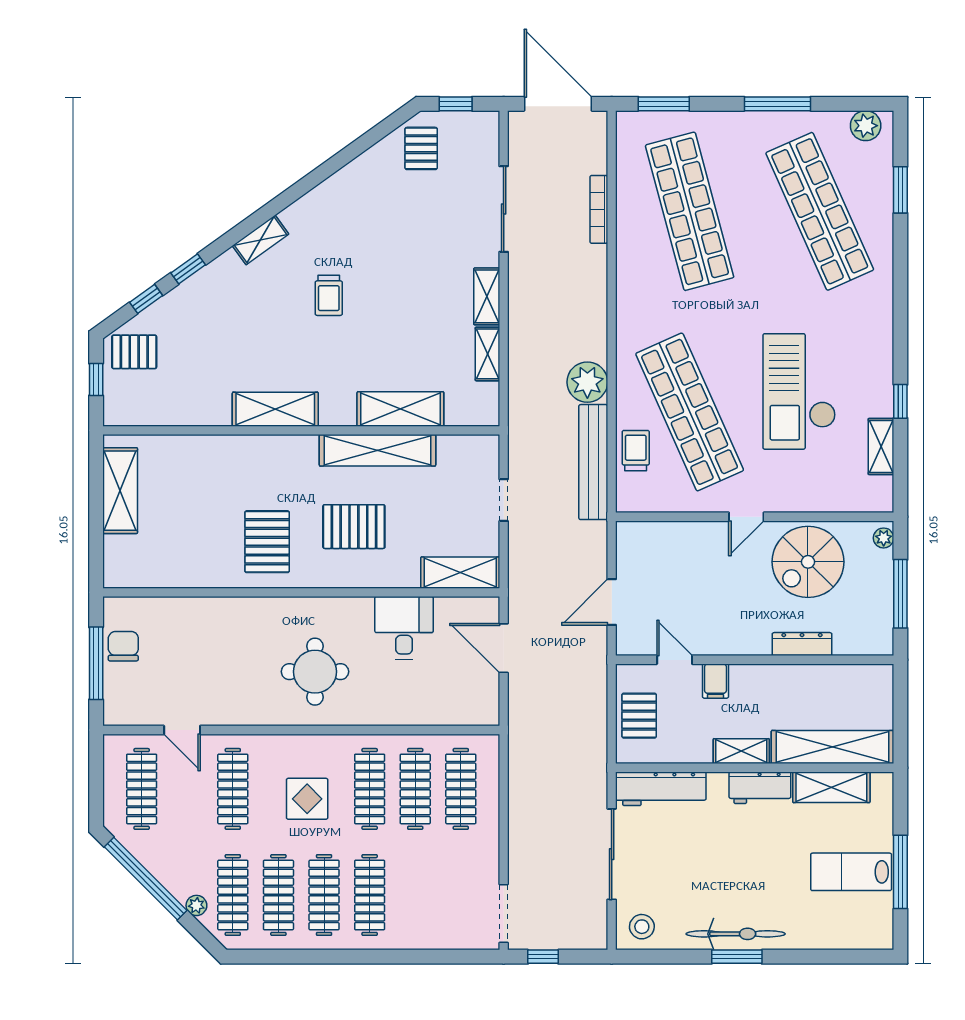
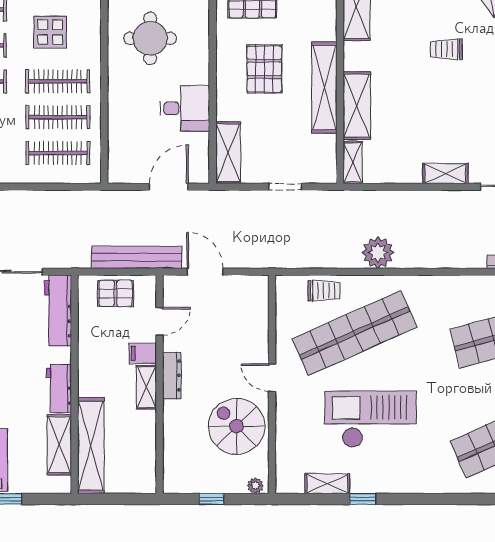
shelving: (488, 354) -> (353, 162), moved, turned 90
bench: (593, 462) -> (137, 257), moved
window: (900, 594) -> (211, 499), width x0.46
dresser: (802, 644) -> (172, 375), moved
shelving: (741, 751) -> (146, 387), moved

